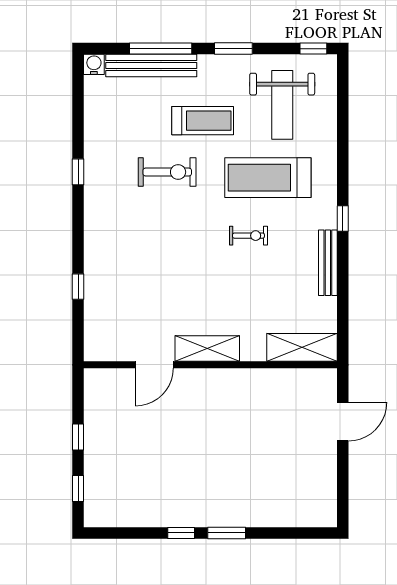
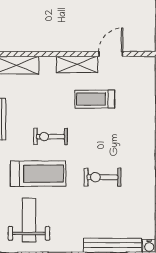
treadmill: (203, 121) -> (95, 99), moved
exercise bike: (248, 236) -> (50, 137), width x1.38, depth x1.39

